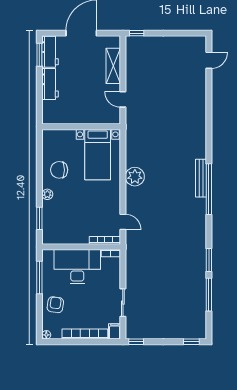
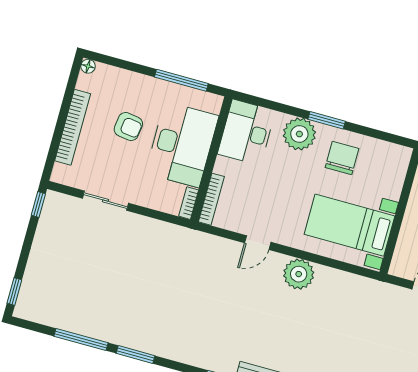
plant: (47, 194) -> (299, 134), width x1.88, depth x1.88
window: (39, 218) -> (327, 120), moved
door: (123, 222) -> (258, 243), moved
desk: (60, 231) -> (246, 132), added
armchair: (55, 305) -> (128, 127), moved
filing cabinet: (115, 331) -> (64, 175), removed

